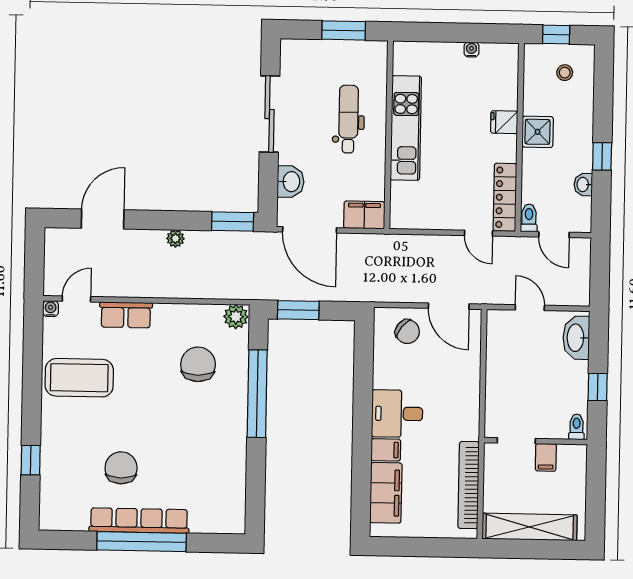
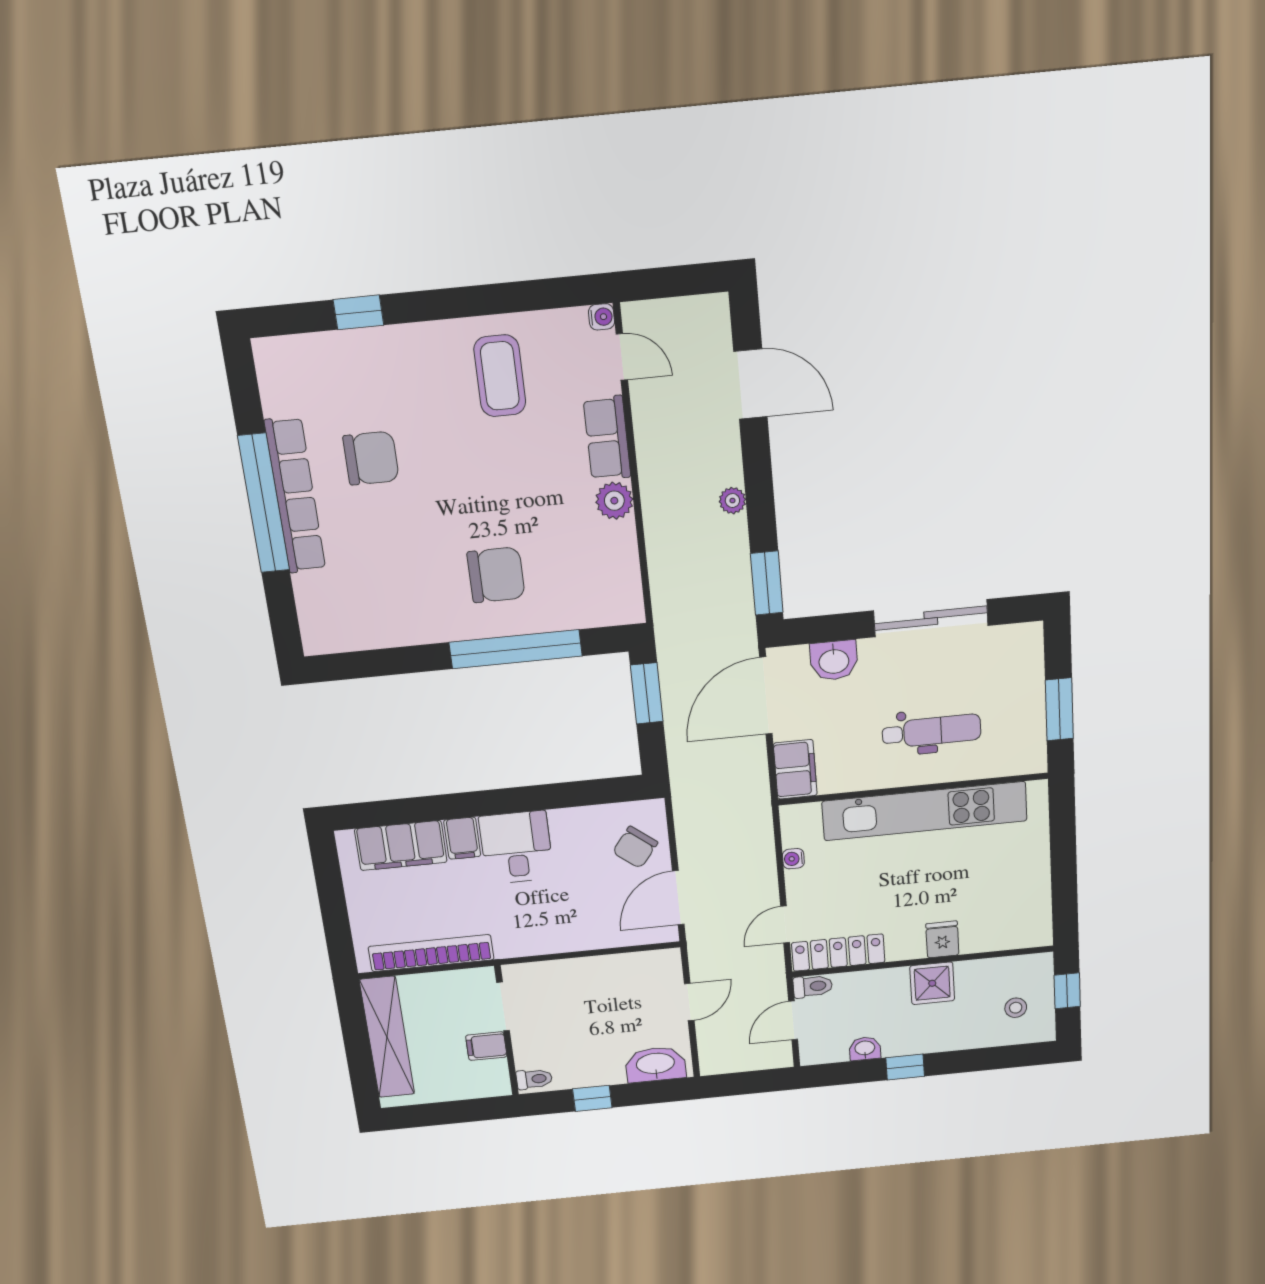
water cooler: (471, 50) -> (793, 859), moved, turned 180
kitchen unit: (406, 128) -> (925, 811), width x1.36
plant: (236, 317) -> (614, 501), moved
chair: (198, 364) -> (496, 575), moved
coffee table: (79, 378) -> (500, 376), width x0.73, depth x0.76

